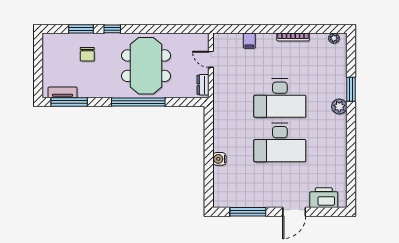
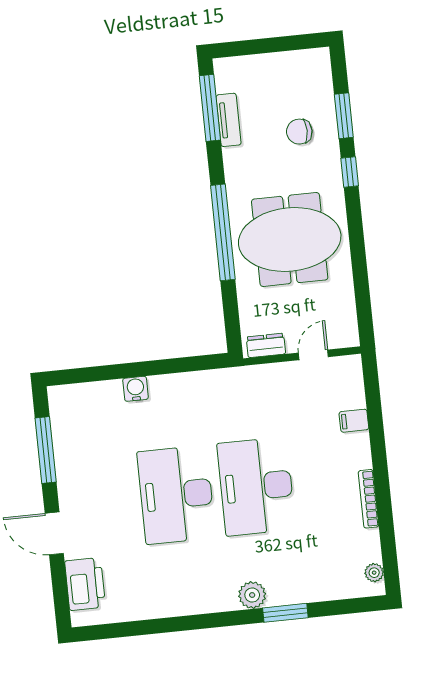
tv unit: (63, 92) -> (229, 120), moved

